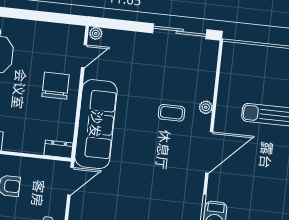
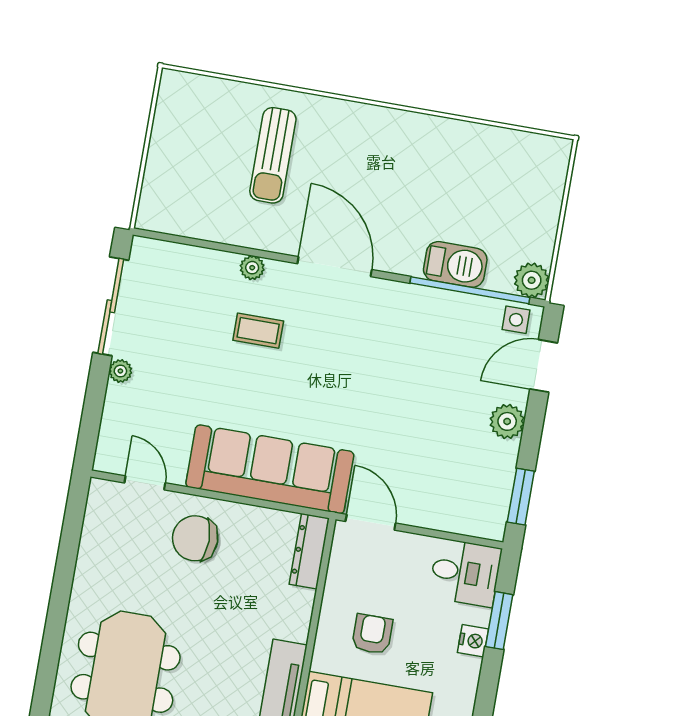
plant: (96, 33) -> (120, 371), moved
coffee table: (172, 113) -> (258, 331), turned 90
dresser: (58, 149) -> (309, 551), width x1.44

